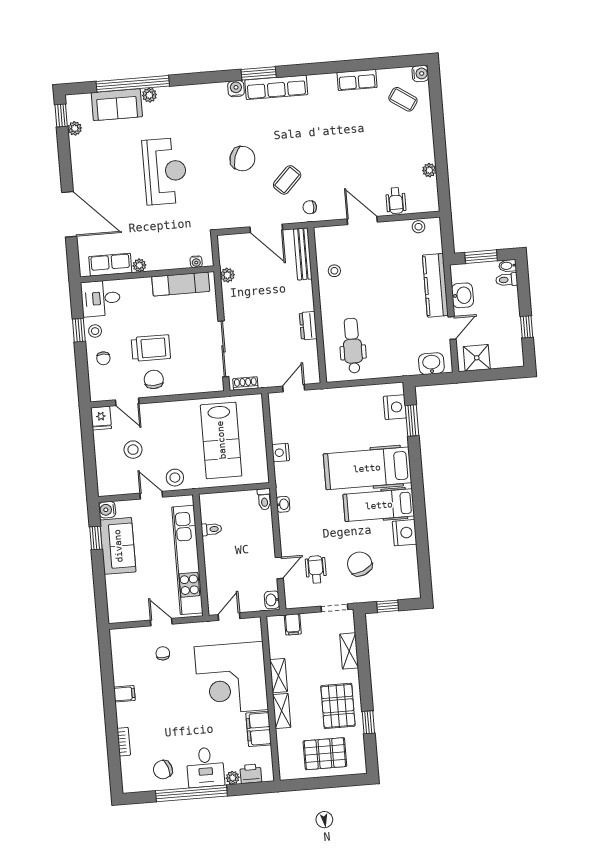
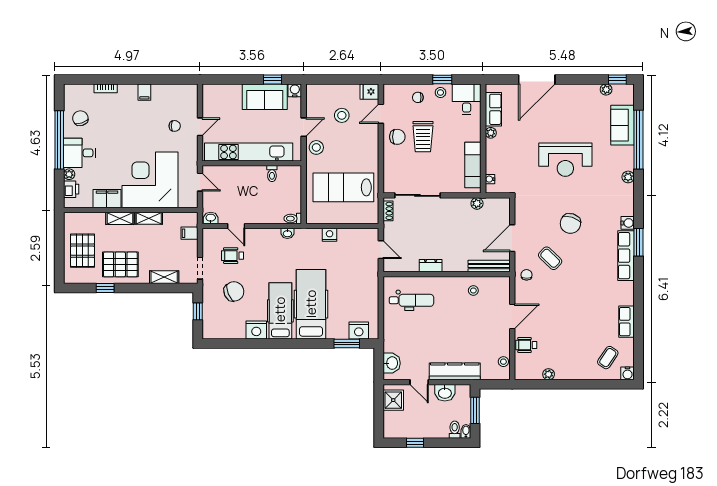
plant: (149, 95) -> (628, 177), moved
wheelchair: (316, 569) -> (232, 256), turned 180

